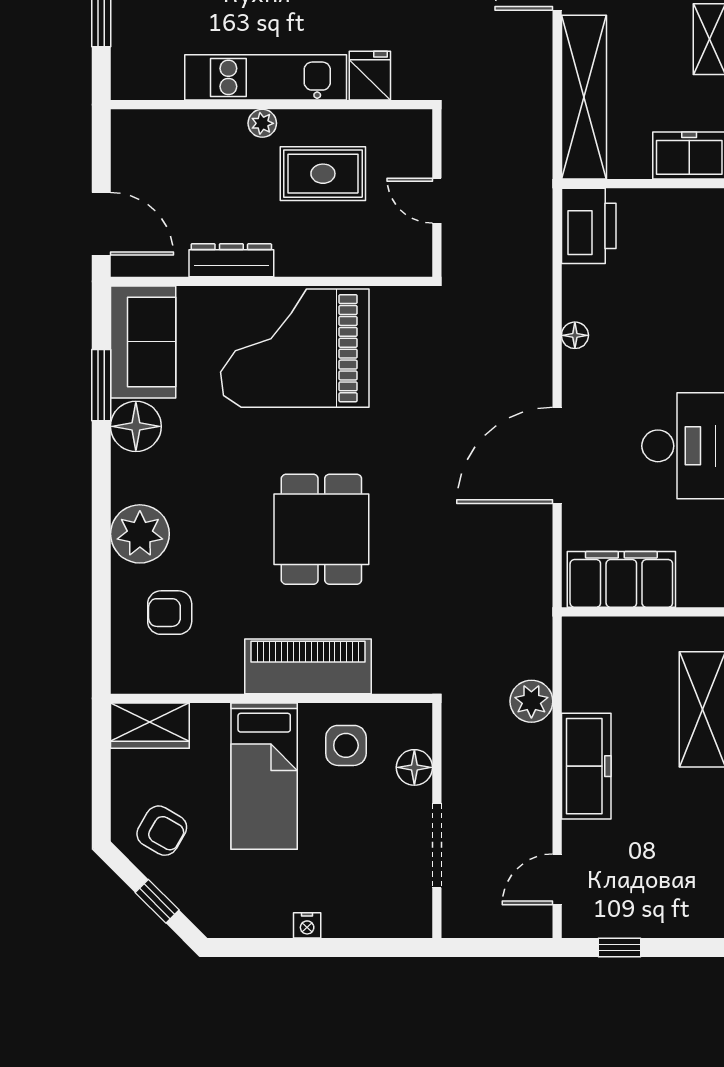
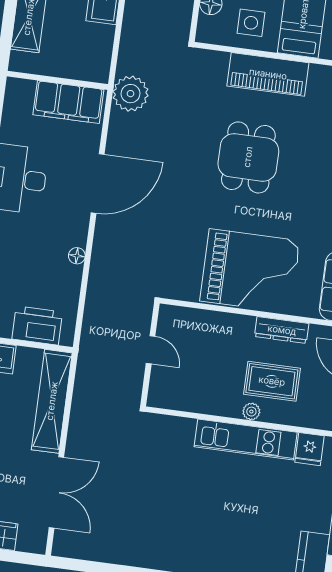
fridge: (370, 76) -> (310, 449), moved
rug: (323, 174) -> (272, 381), moved
printer: (589, 226) -> (37, 325), moved, turned 90
plant: (531, 701) -> (131, 94), moved, width x1.36, depth x1.36

